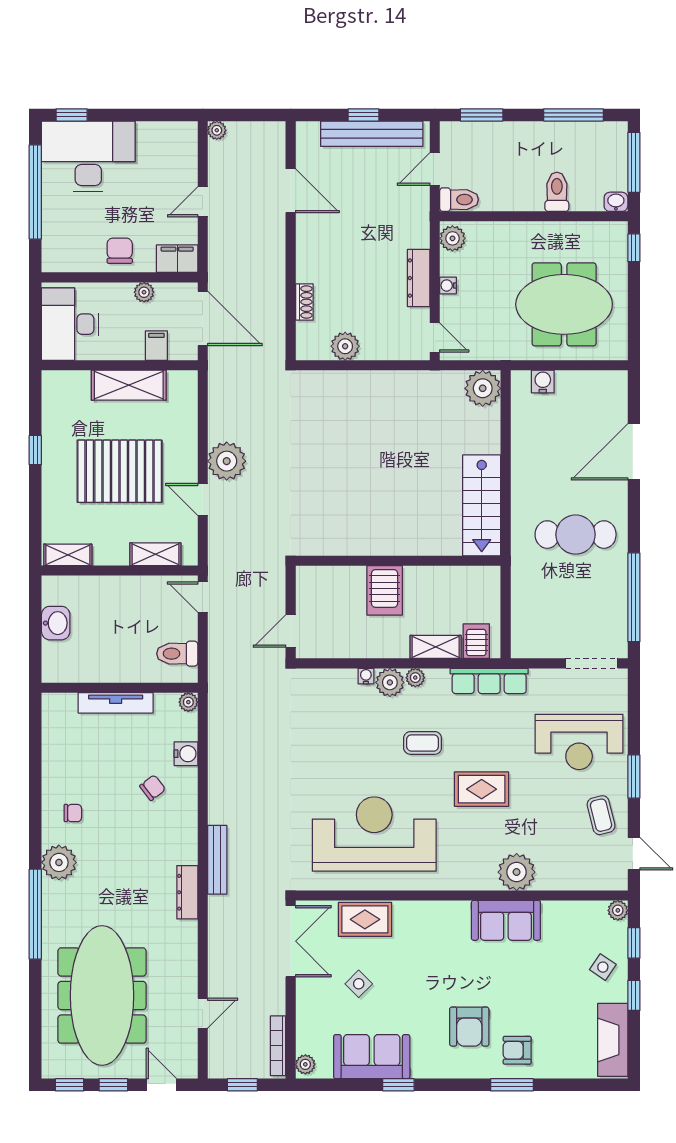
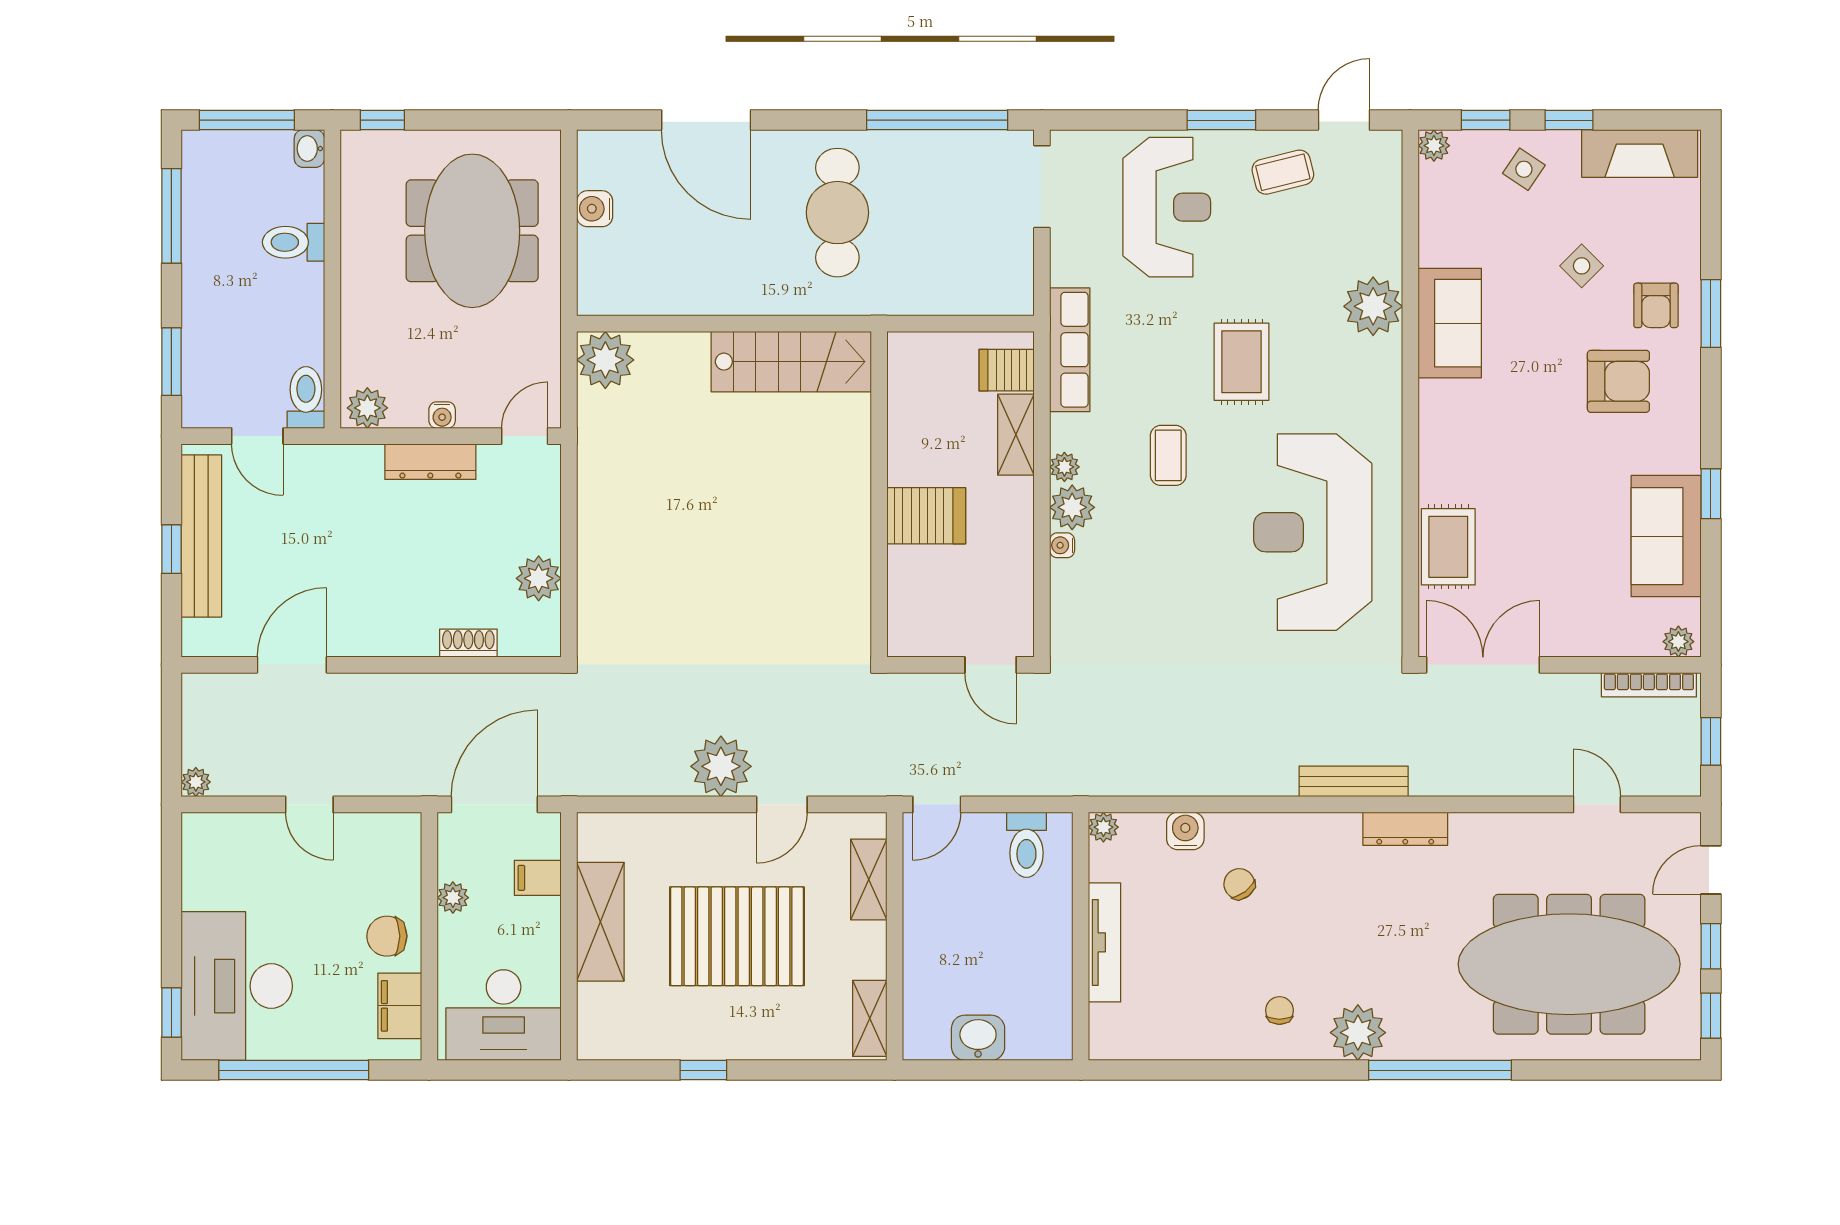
filing cabinet: (177, 259) -> (400, 1006), moved
water cooler: (543, 382) -> (595, 209), moved
pallet: (120, 471) -> (737, 936), turned 90
side table: (359, 984) -> (1582, 266), moved

